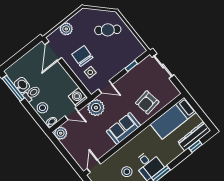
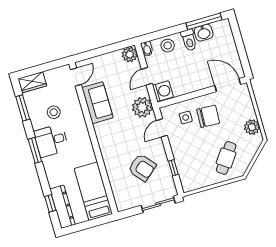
plant: (66, 29) -> (252, 127), moved
armchair: (147, 102) -> (142, 168), moved, turned 149
sofa: (123, 128) -> (97, 103), moved
door: (94, 166) -> (76, 77), hinge flipped

